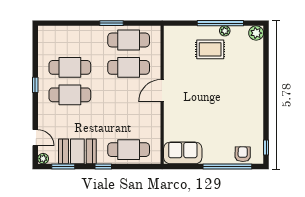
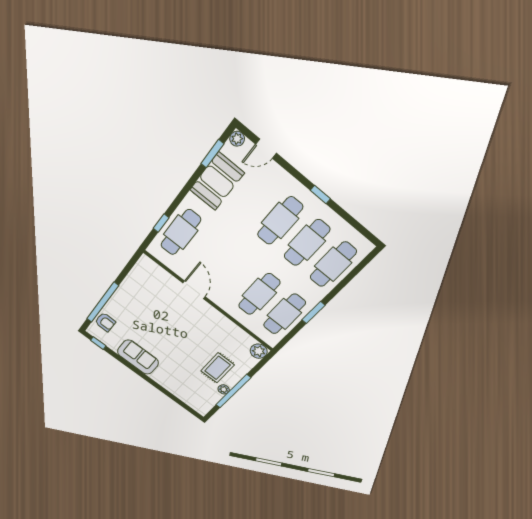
plant: (256, 33) -> (259, 351), moved
cafe table: (70, 40) -> (333, 264), added
door: (162, 91) -> (194, 290), moved
sofa: (183, 153) -> (138, 357), moved, turned -90
window: (103, 167) -> (161, 223), moved

